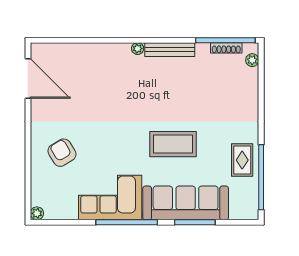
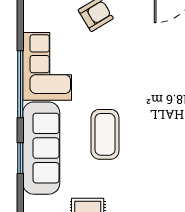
window: (195, 222) -> (20, 158), width x0.69

